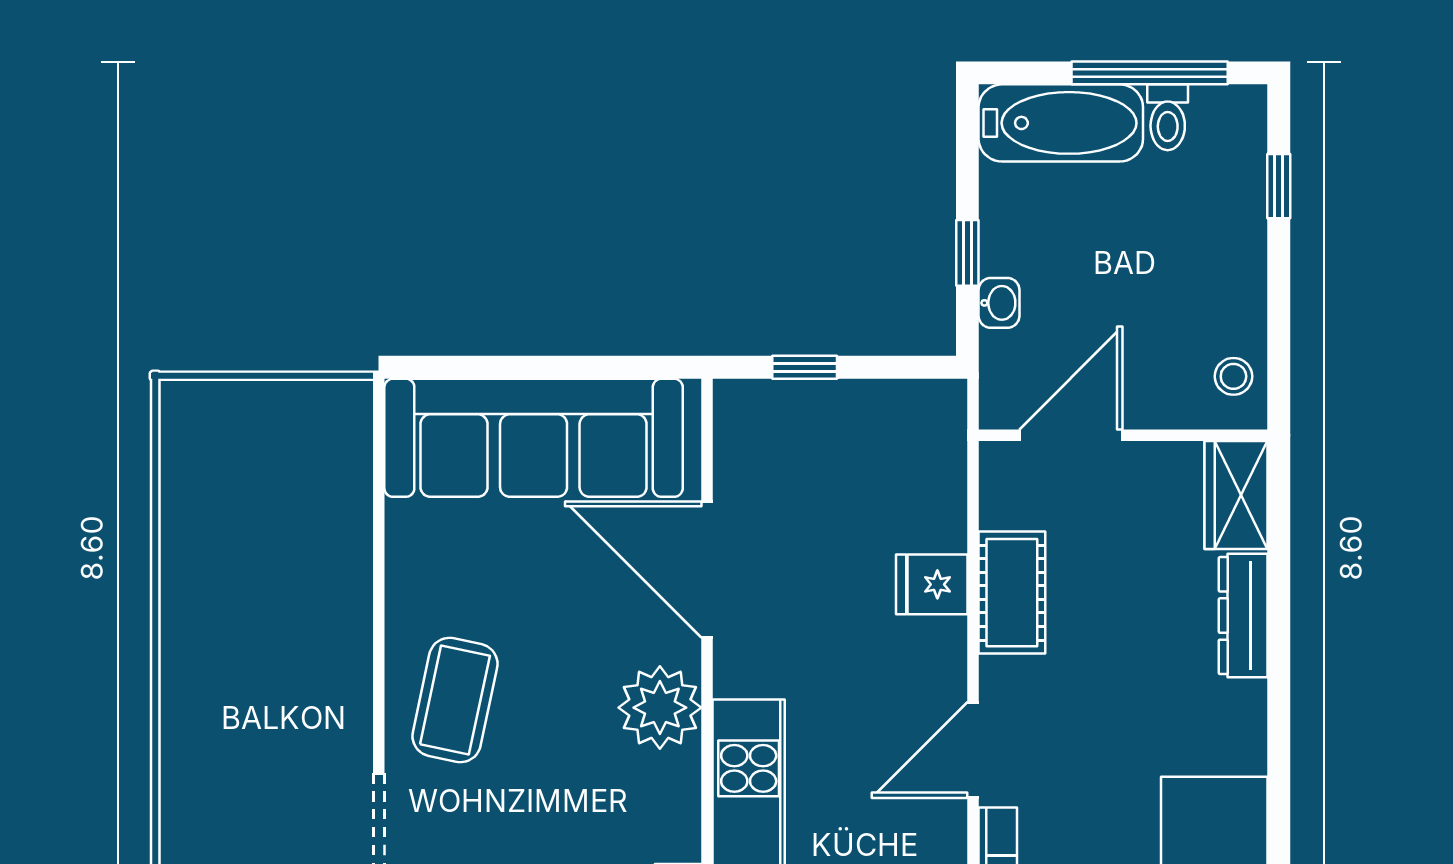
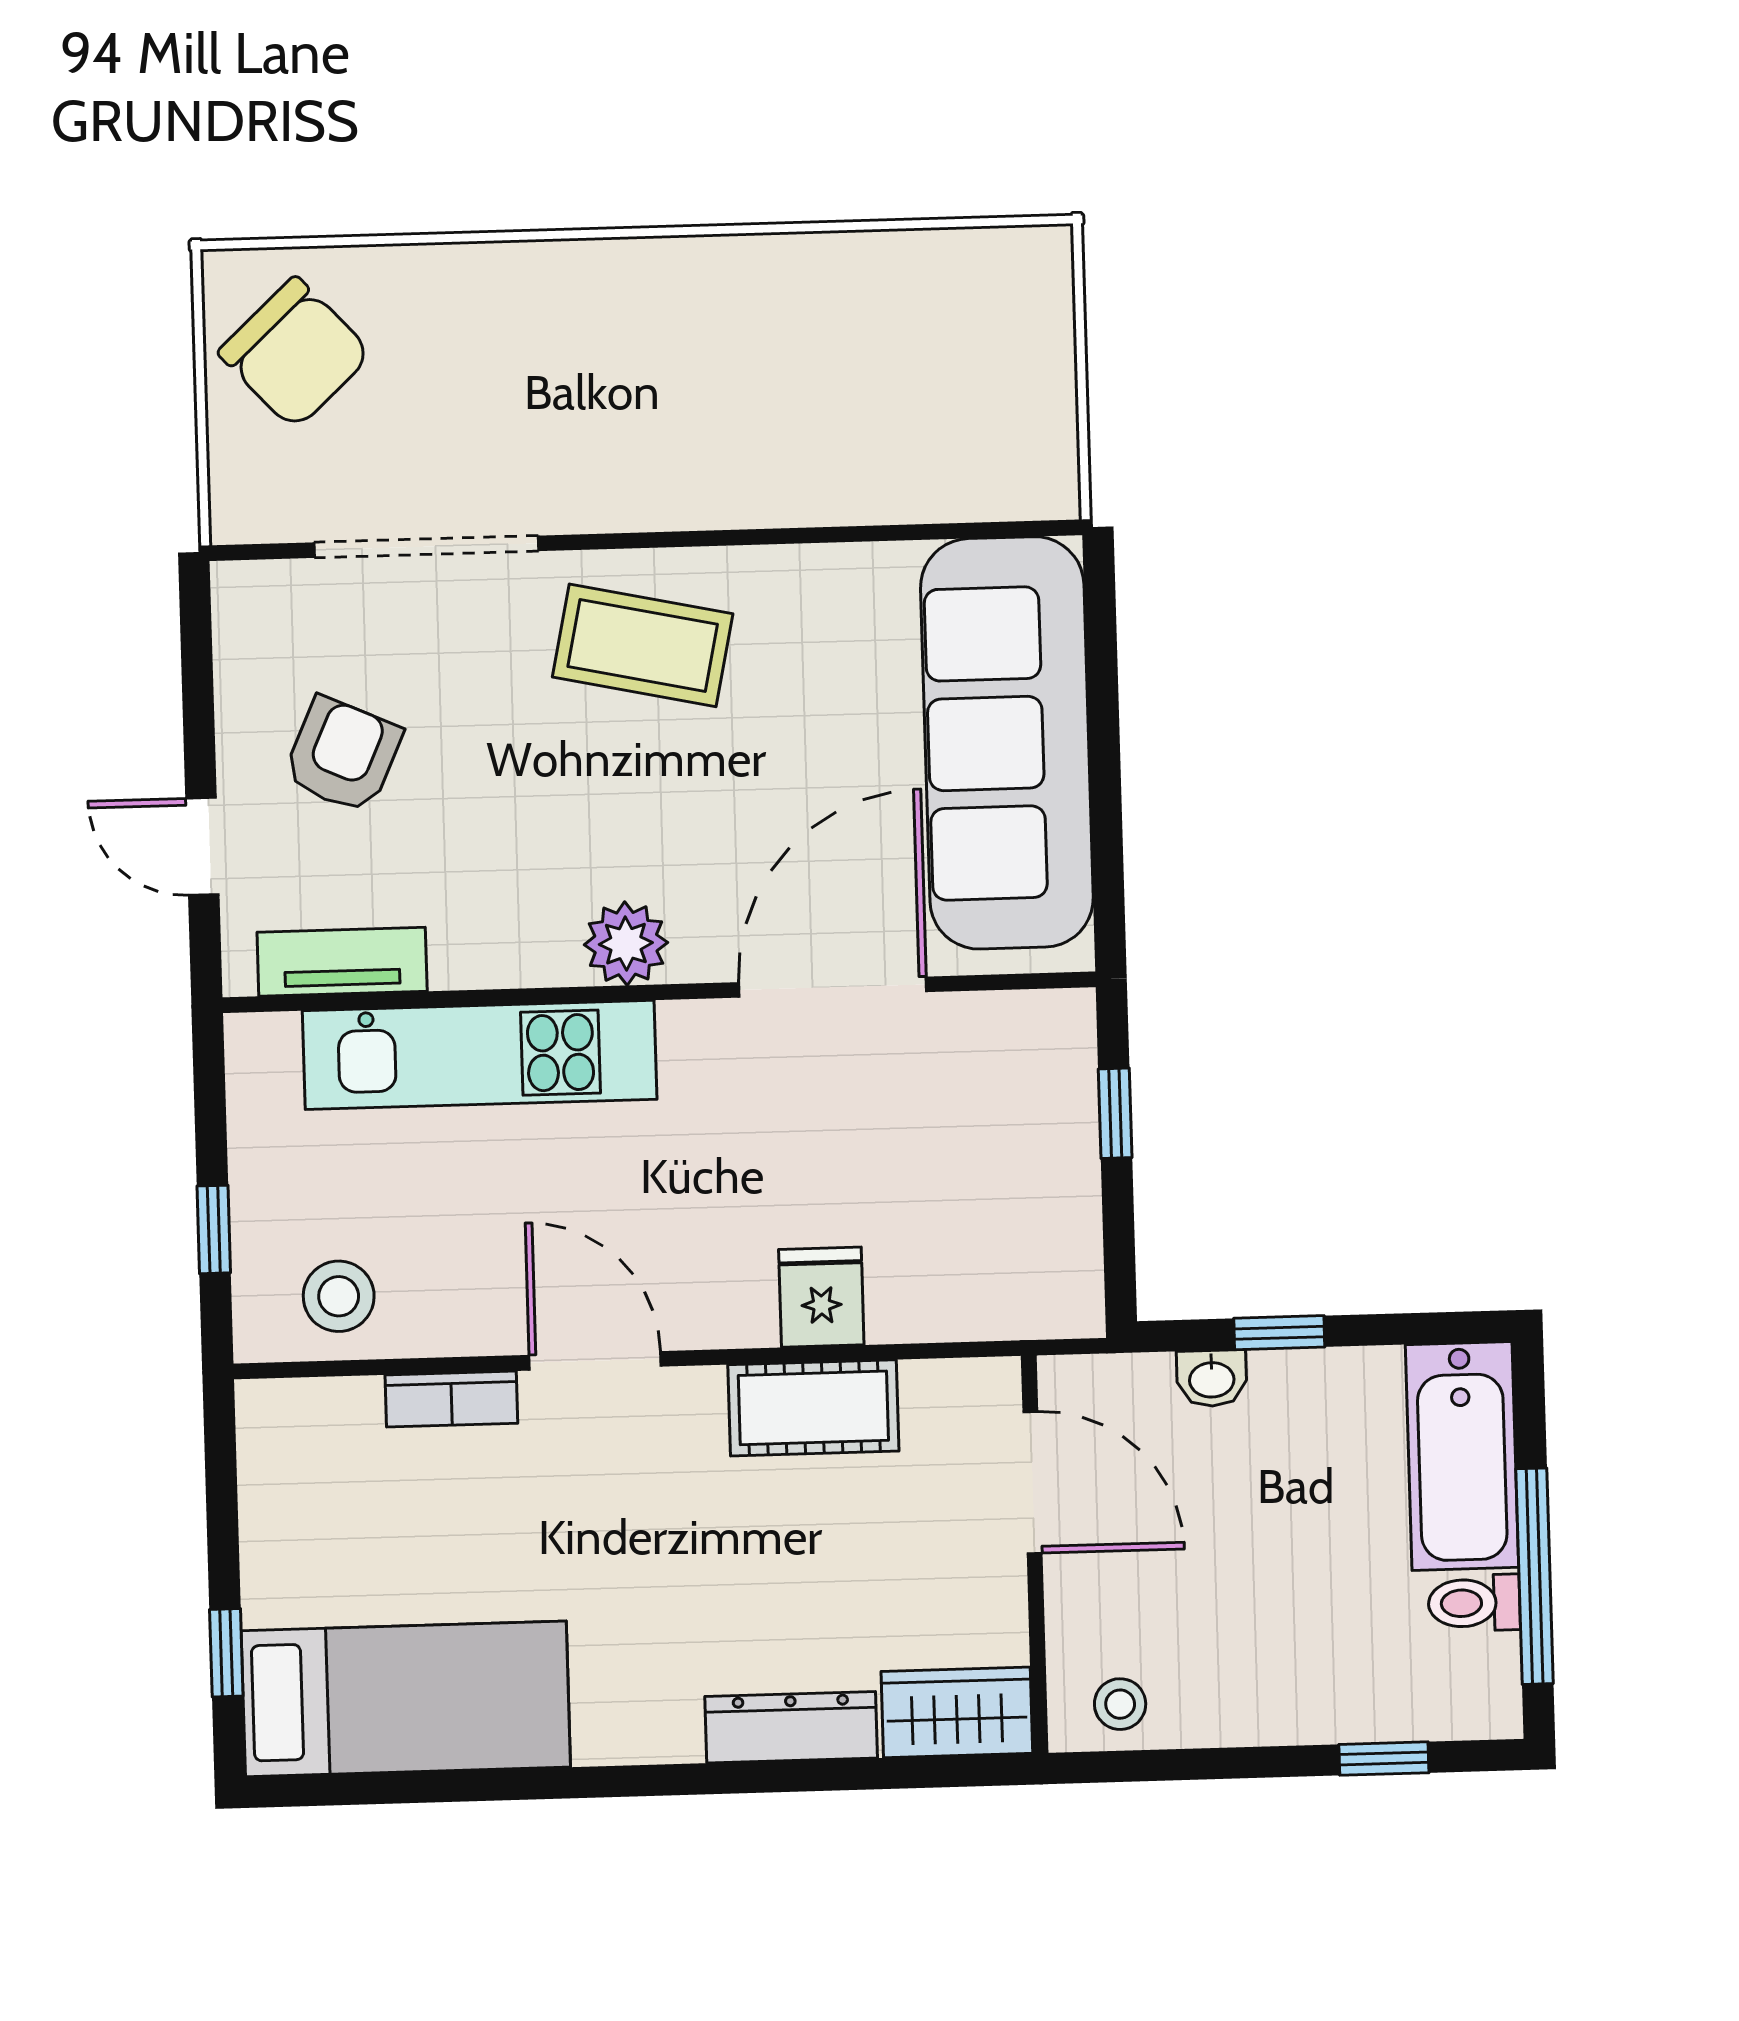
plant: (660, 708) -> (626, 944), width x0.73, depth x0.73

